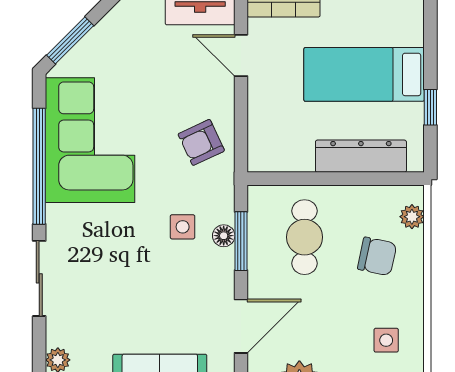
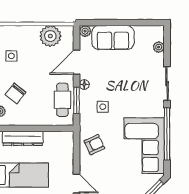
floor lamp: (224, 236) -> (84, 85), moved
cafe table: (305, 237) -> (62, 100), moved
chair: (377, 256) -> (15, 93), turned -63

